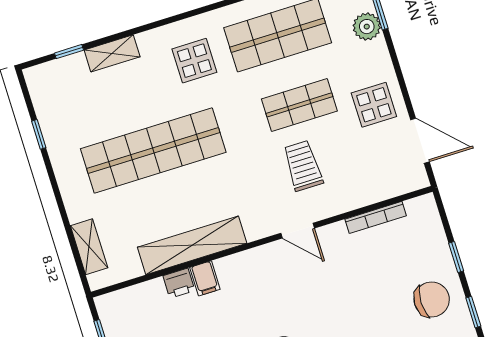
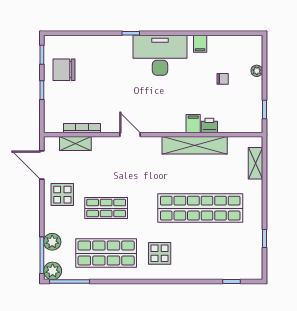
shelving: (112, 53) -> (75, 144), moved
trolley: (303, 166) -> (115, 172), removed

